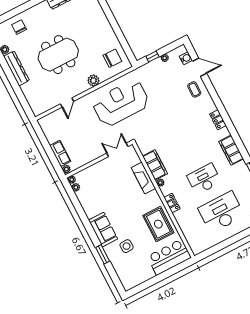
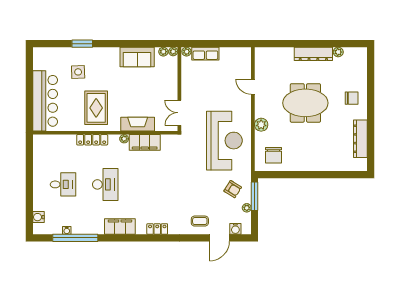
chair: (19, 27) -> (352, 98), moved
meeting table: (58, 55) -> (305, 103), turned 90
window: (152, 57) -> (255, 196), width x2.17
armchair: (156, 77) -> (233, 189), added
double door: (117, 150) -> (179, 113), swing flipped
locker: (172, 203) -> (92, 140), width x1.53
desk: (221, 212) -> (63, 184), width x0.53, depth x0.77
rug: (158, 224) -> (96, 108), moved, turned 90
sofa: (103, 229) -> (137, 57), moved
bar counter: (169, 257) -> (45, 101), width x1.36

